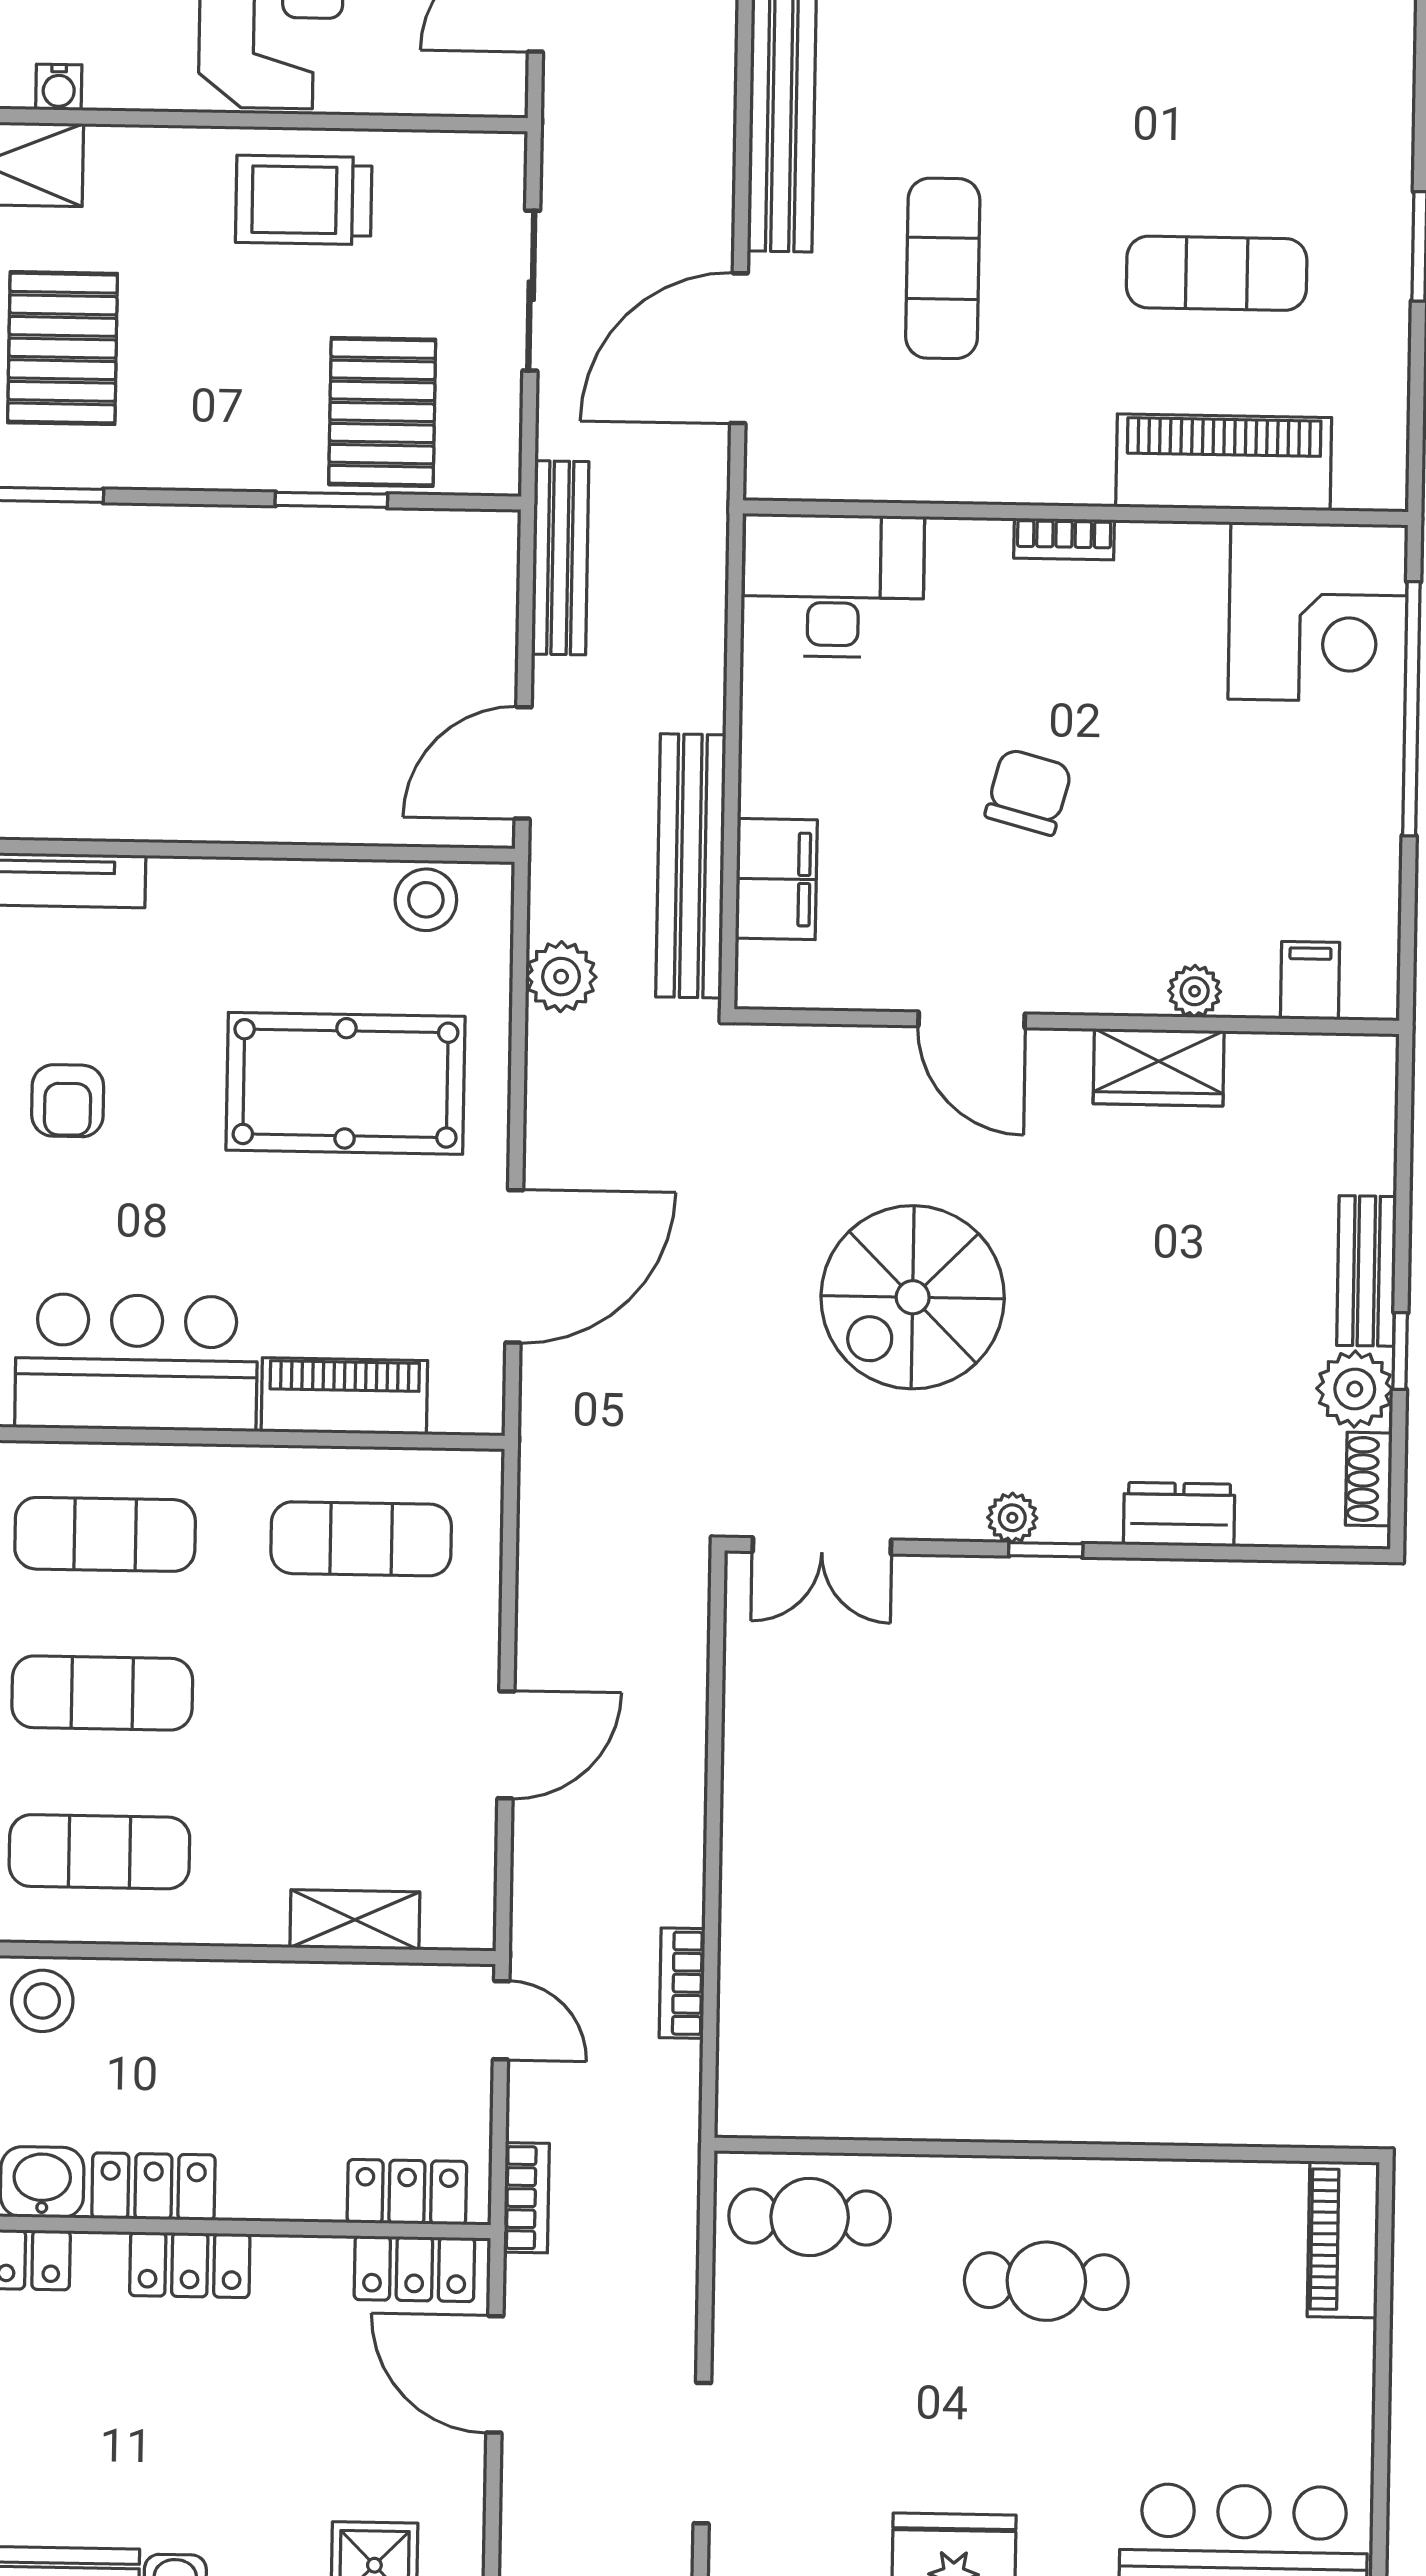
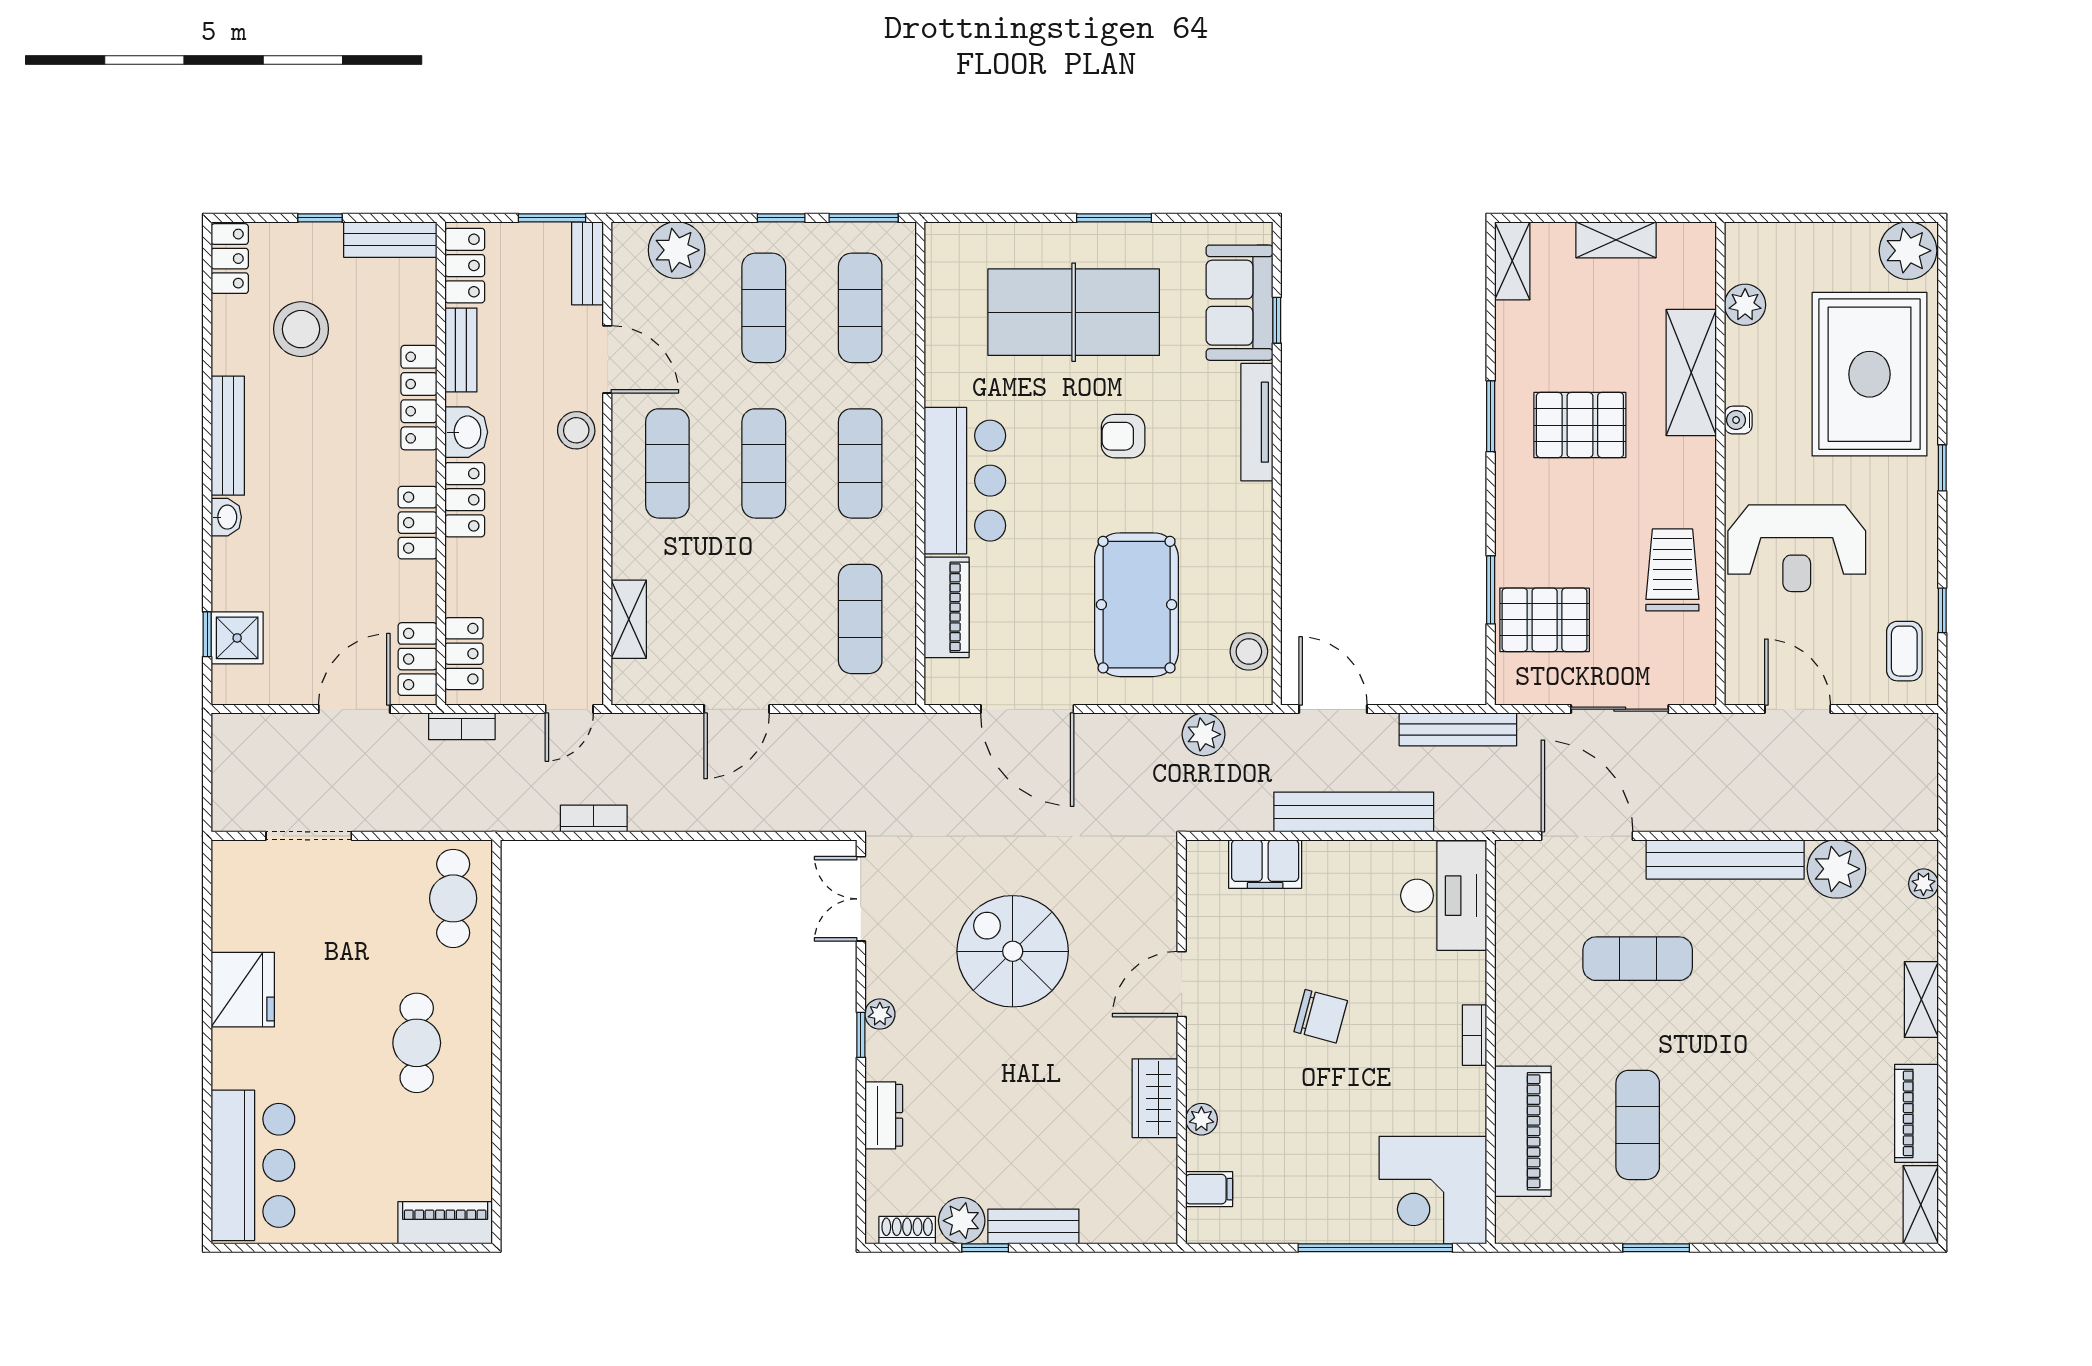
bench: (691, 866) -> (1354, 812), moved
door: (506, 1745) -> (737, 709), hinge flipped

